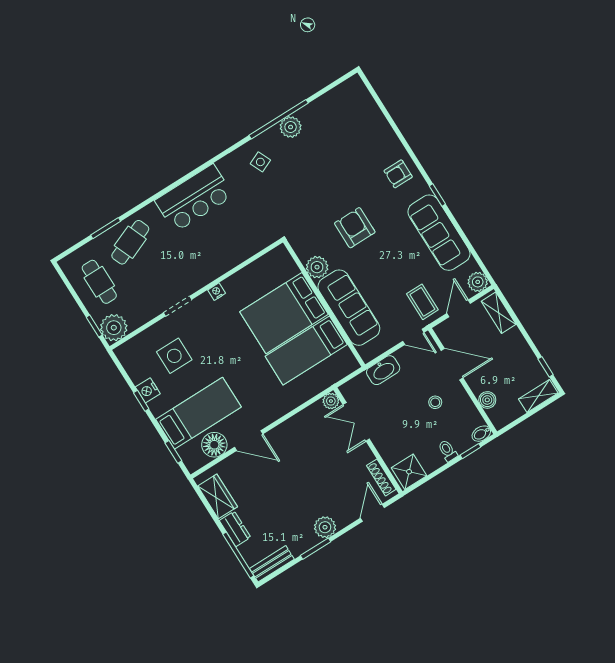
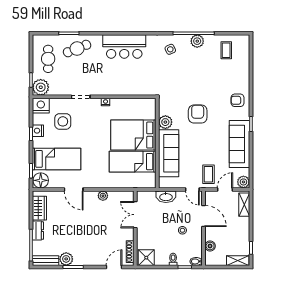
coffee table: (339, 114) -> (226, 50), added
nightstand: (130, 353) -> (41, 106), added
plant: (331, 401) -> (103, 196), moved
floor lamp: (214, 445) -> (41, 180), moved
plant: (325, 527) -> (66, 259), moved

